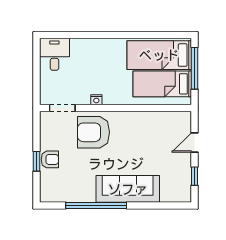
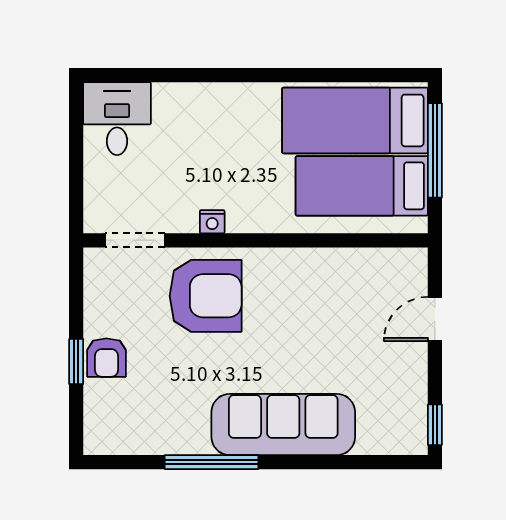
armchair: (93, 132) -> (206, 296), turned 180
armchair: (50, 159) -> (106, 358), turned 90
window: (194, 176) -> (435, 425), moved
window: (96, 205) -> (212, 462), width x0.68

